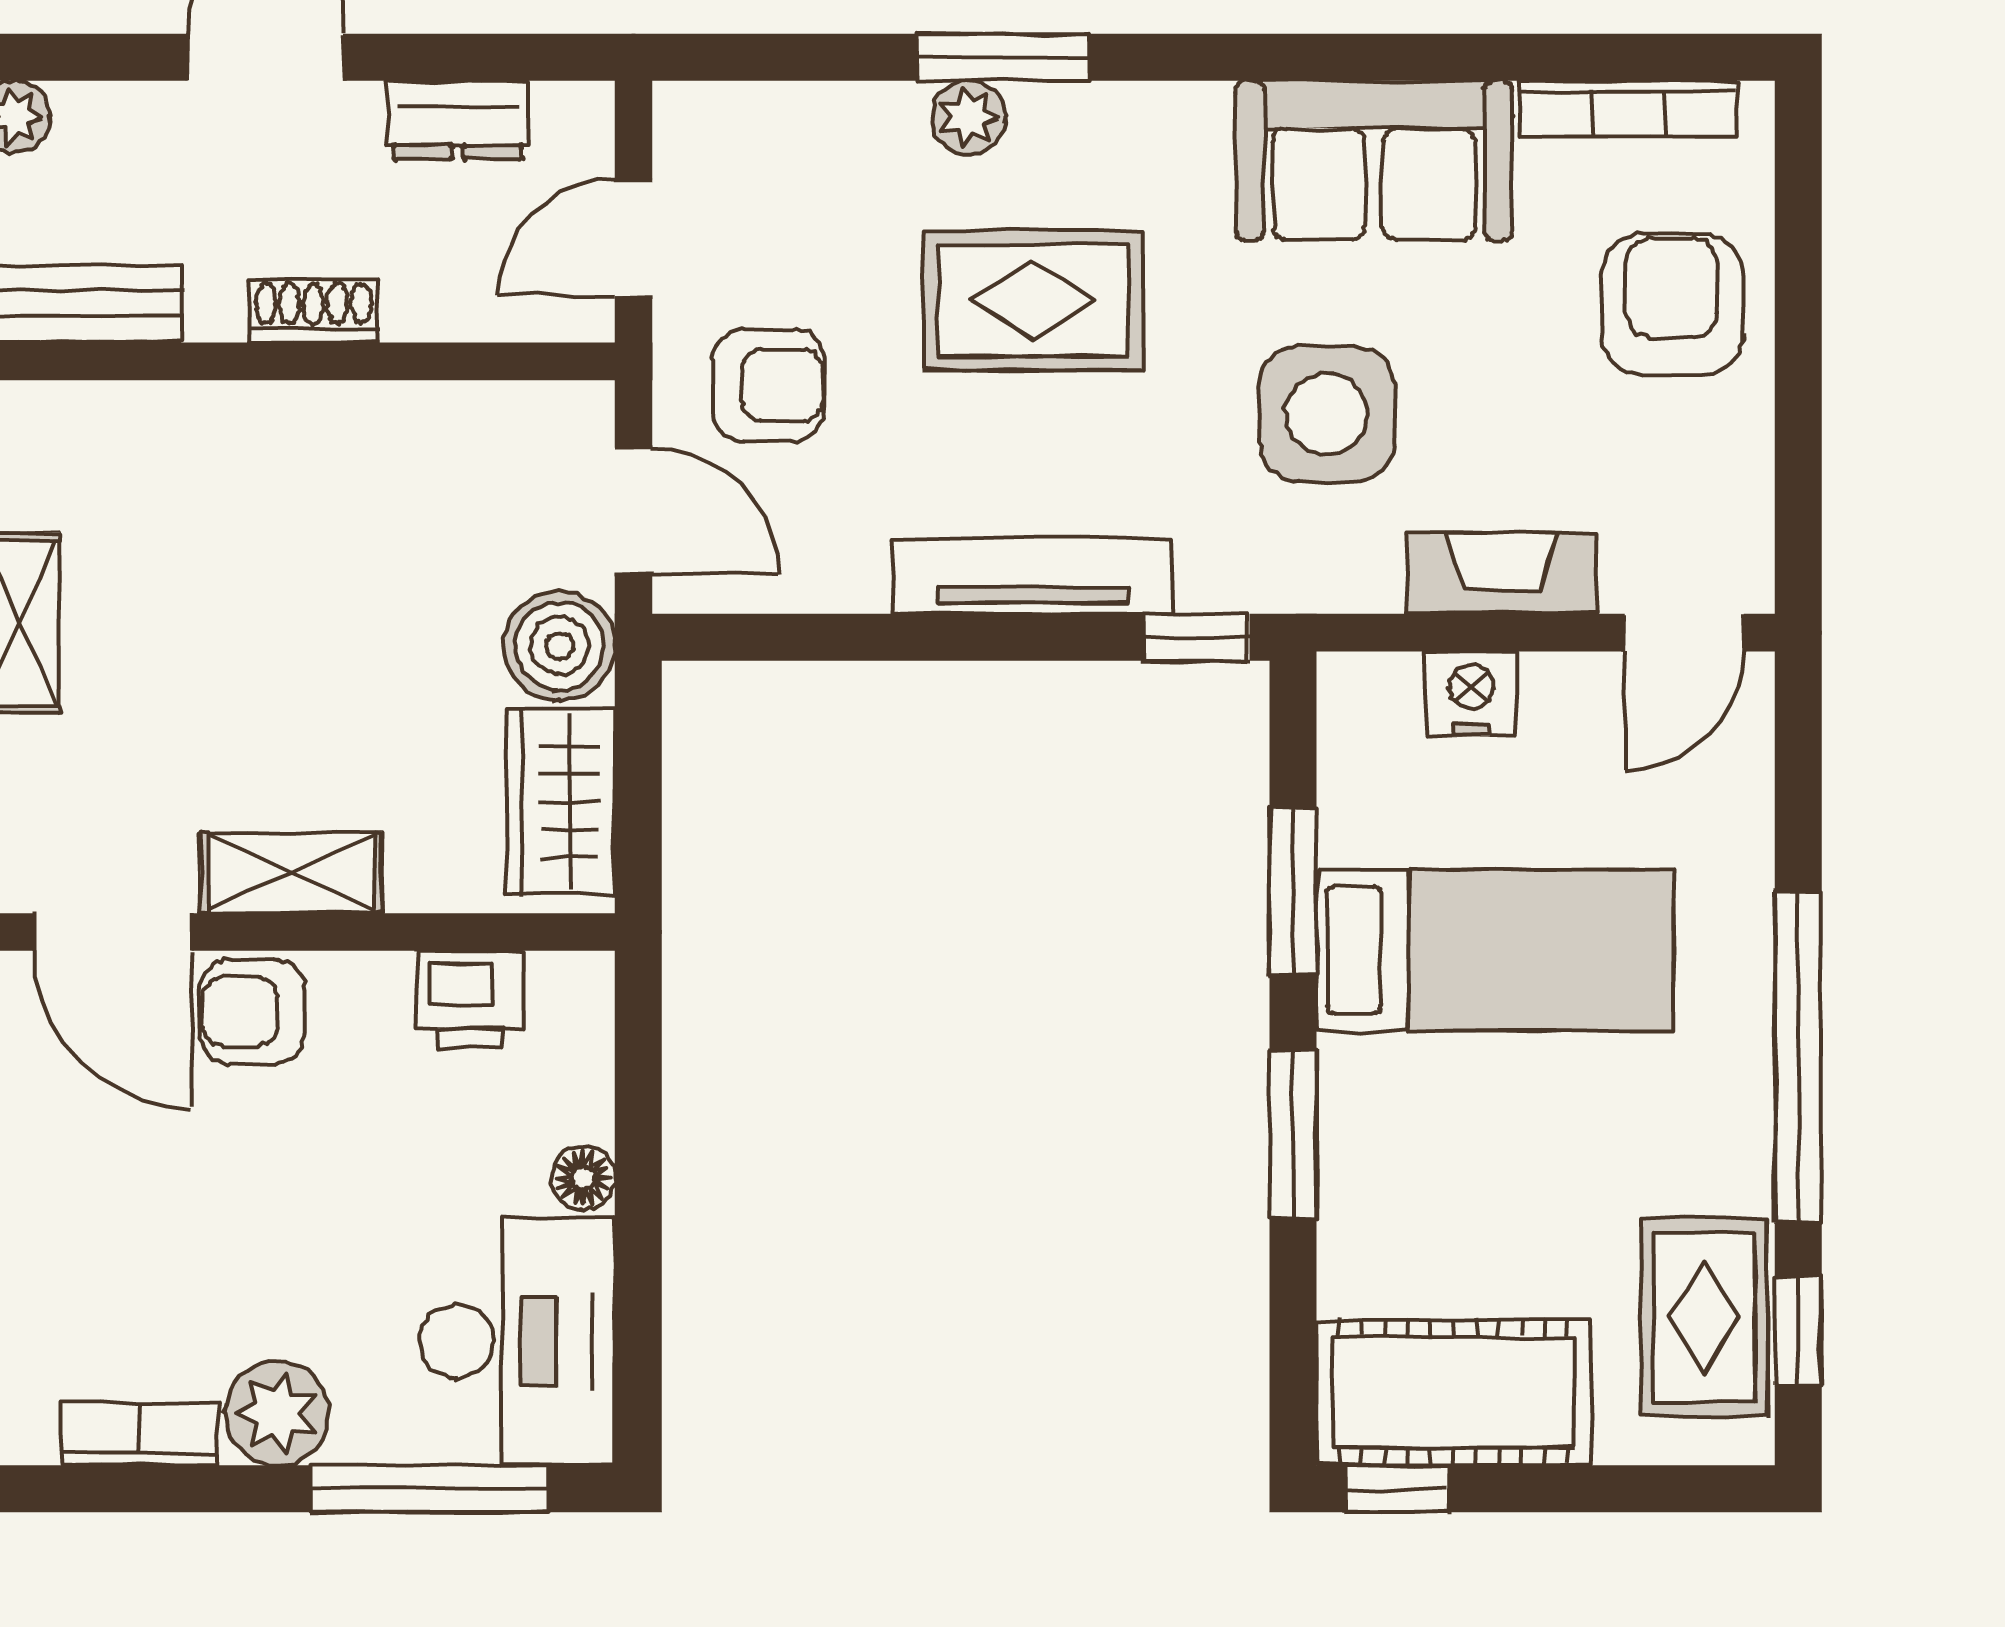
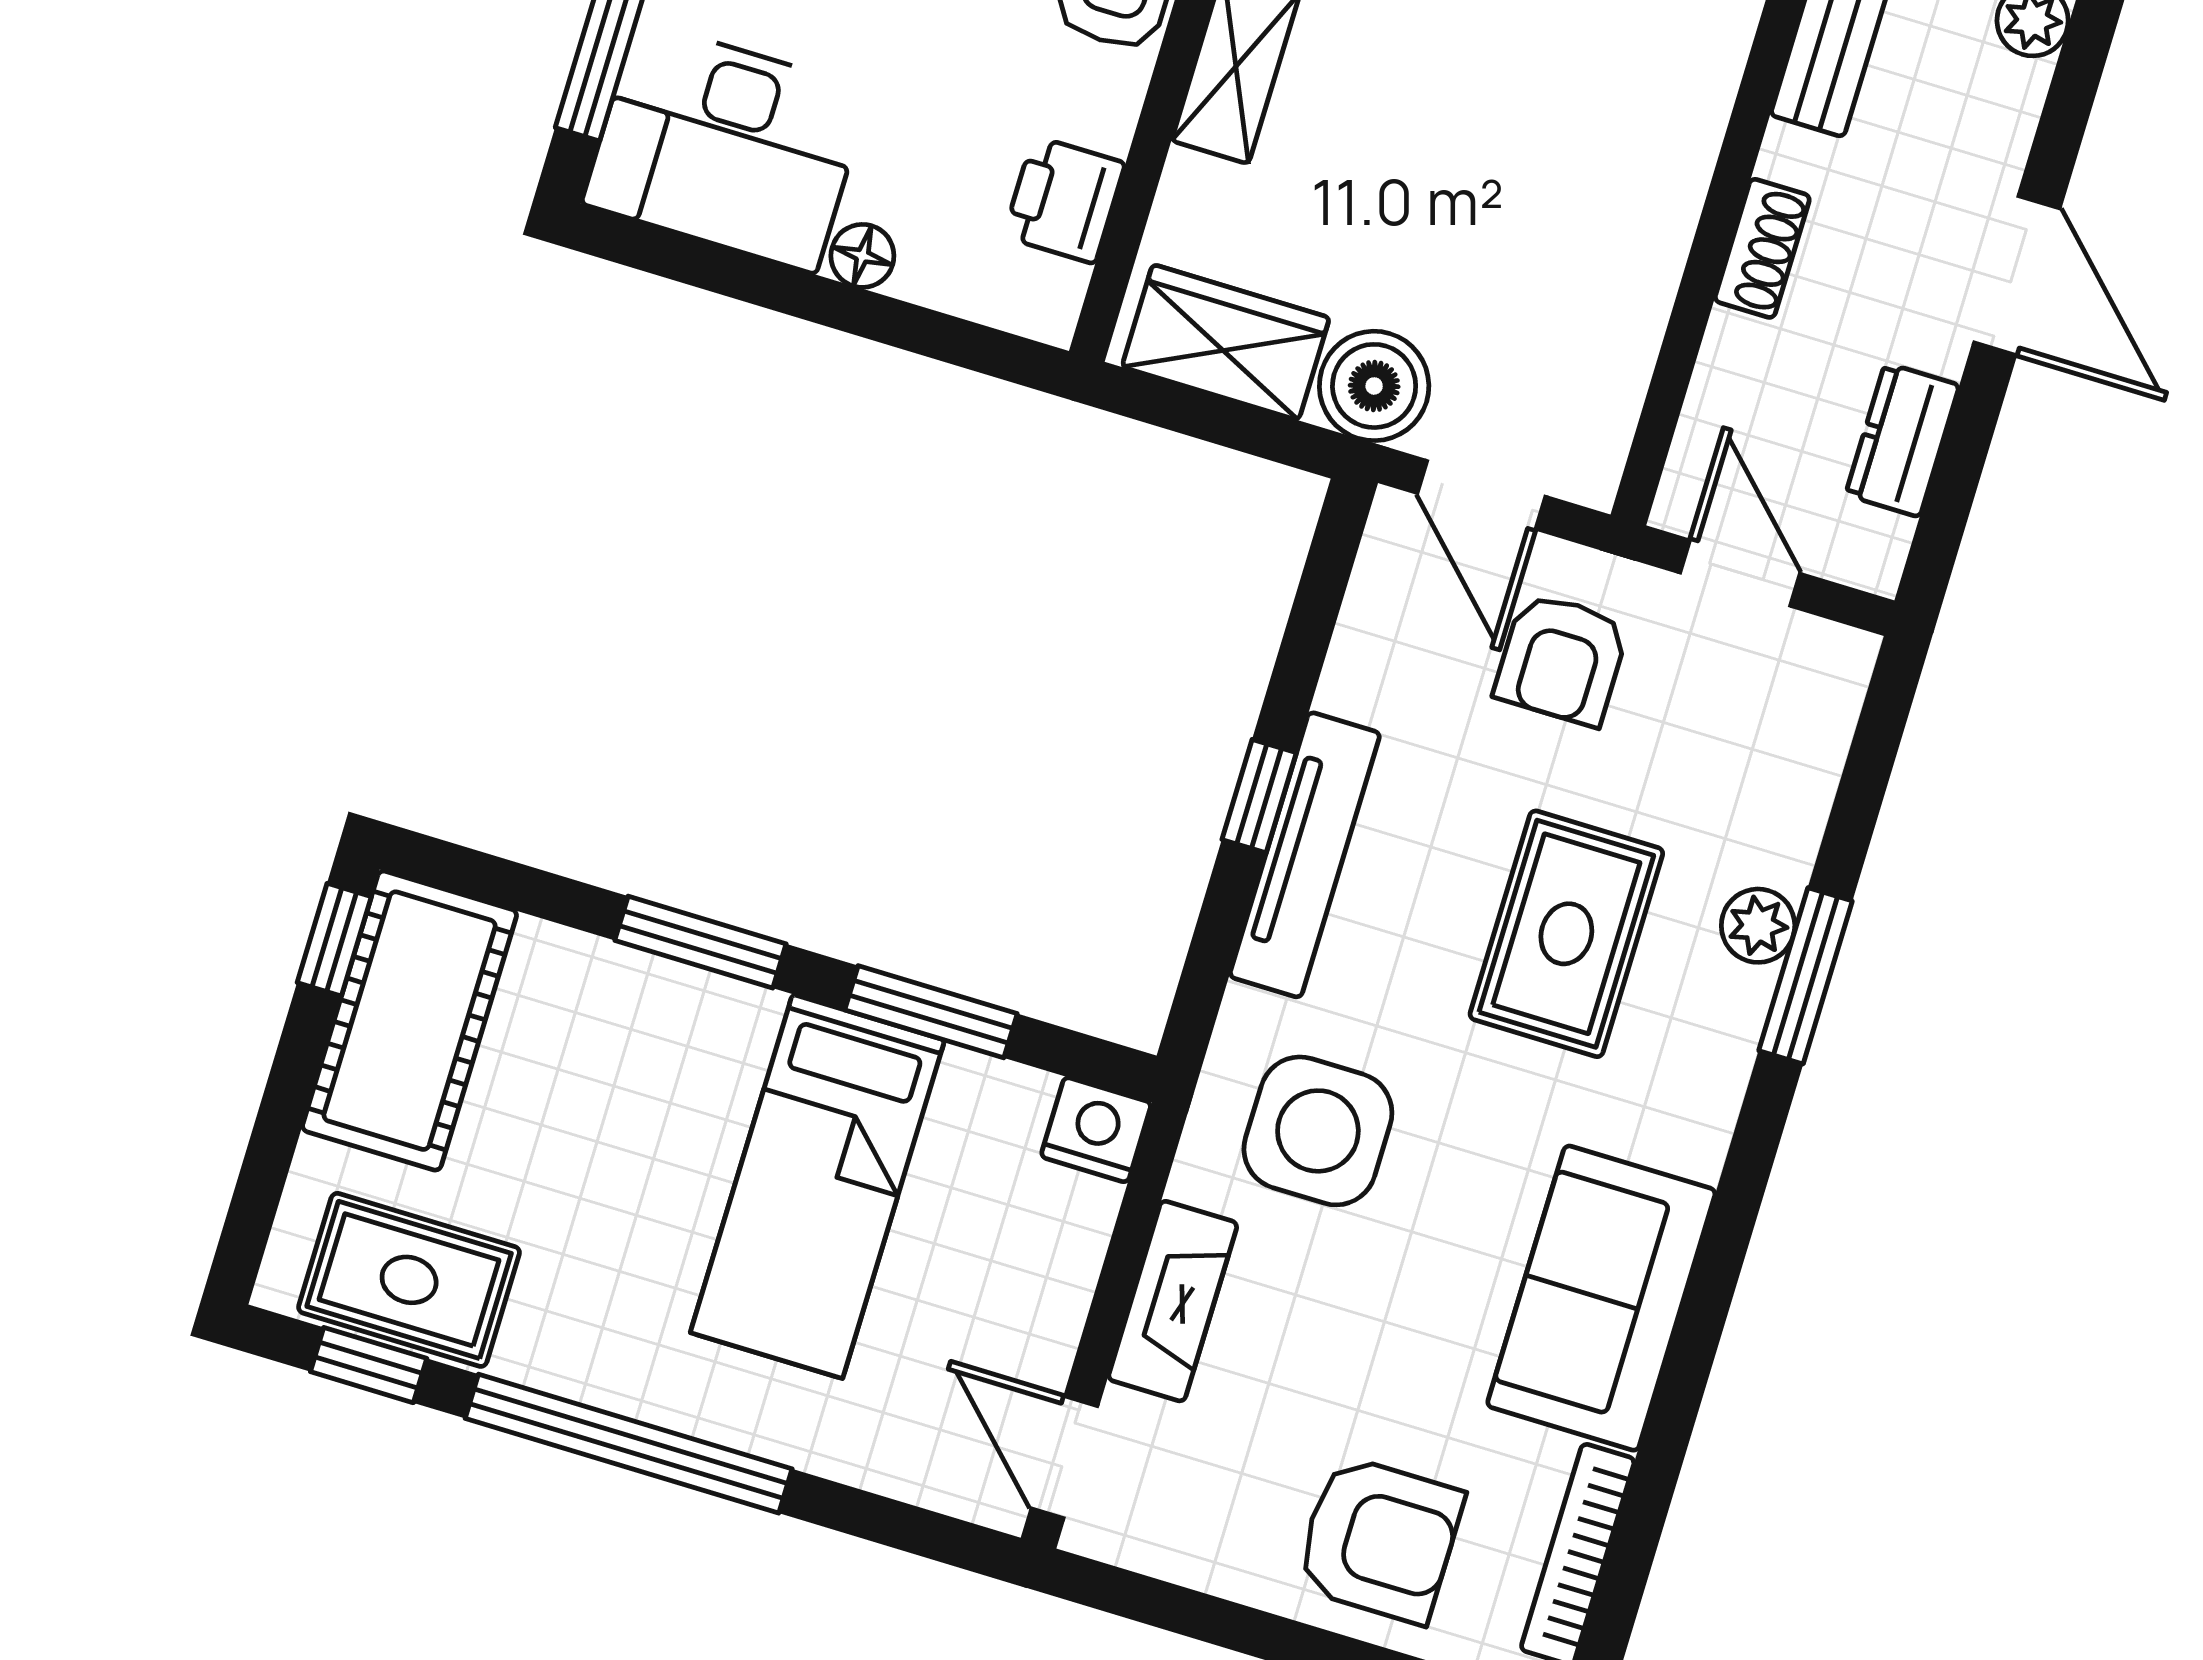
side table: (1327, 414) -> (1318, 1131), moved
door: (633, 510) -> (1481, 495), hinge flipped
window: (1196, 637) -> (1259, 796), moved
nightstand: (1471, 694) -> (1096, 1130), moved, turned -90

